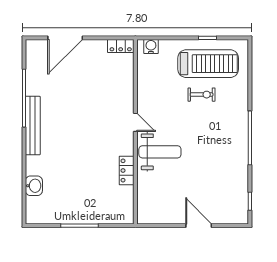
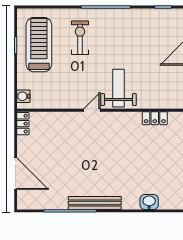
exercise bike: (202, 95) -> (80, 38), moved, width x1.38, depth x1.39
locker: (127, 170) -> (155, 118), moved

